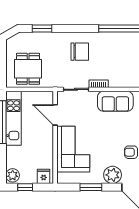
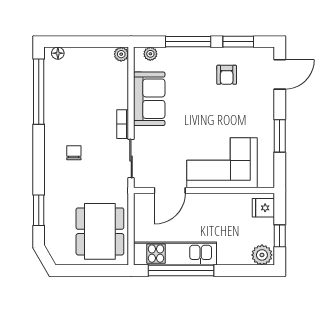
chair: (80, 52) -> (74, 153), width x0.54, depth x0.54
dining table: (28, 69) -> (100, 231), width x1.38
plant: (113, 175) -> (261, 103), removed

